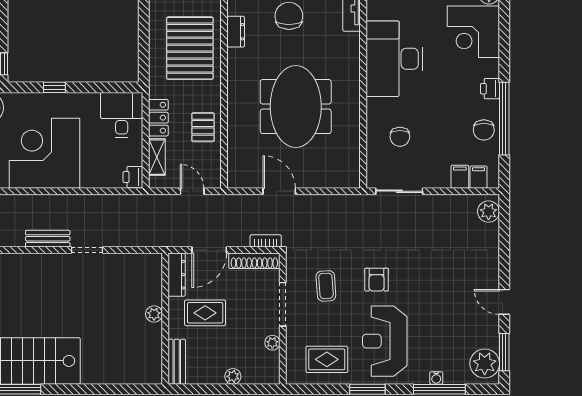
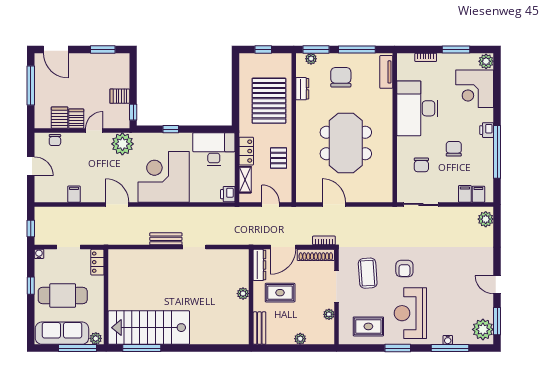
desk: (122, 115) -> (214, 149), width x1.37
chair: (484, 130) -> (454, 149), moved, turned 180
coffee table: (326, 286) -> (368, 273), width x1.36, depth x1.30

